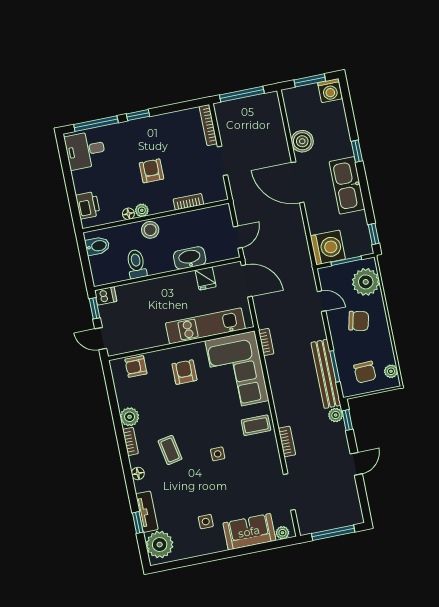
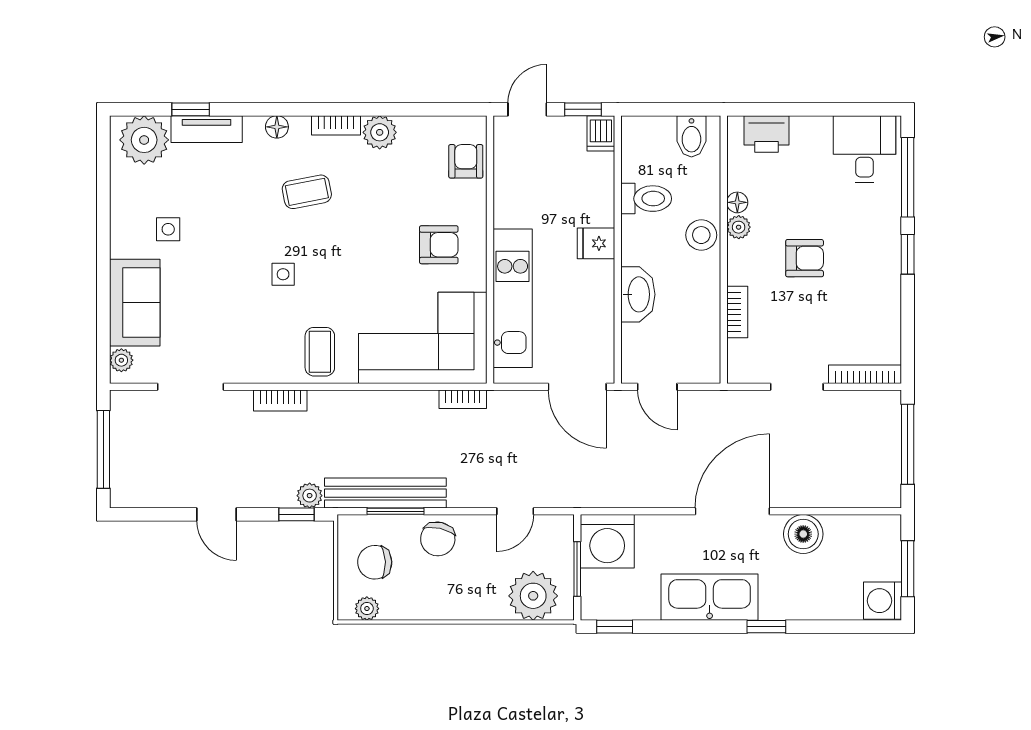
fridge: (206, 278) -> (596, 243), moved
door: (247, 281) -> (577, 387), hinge flipped
chair: (359, 321) -> (438, 539), moved

